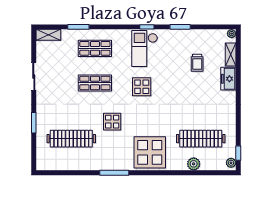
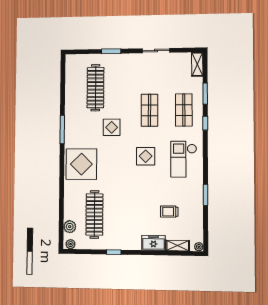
window: (147, 27) -> (205, 123), moved
checkout: (145, 48) -> (184, 159), turned -90
window: (238, 153) -> (114, 252), moved
plant: (194, 164) -> (70, 227), moved

